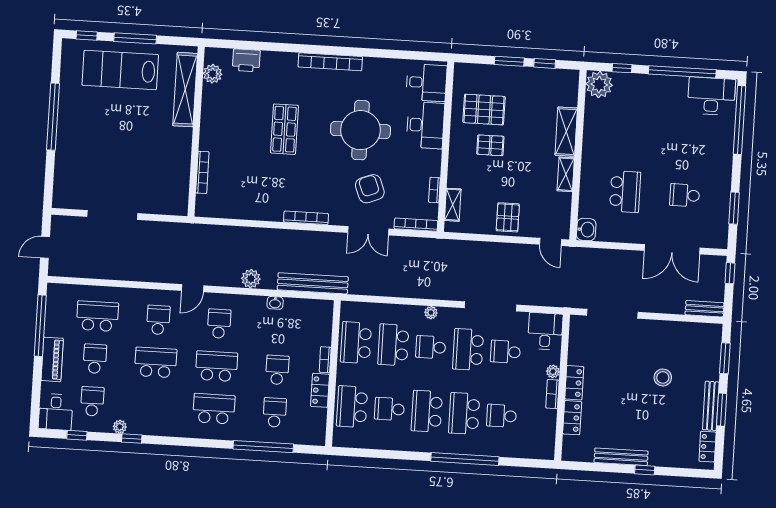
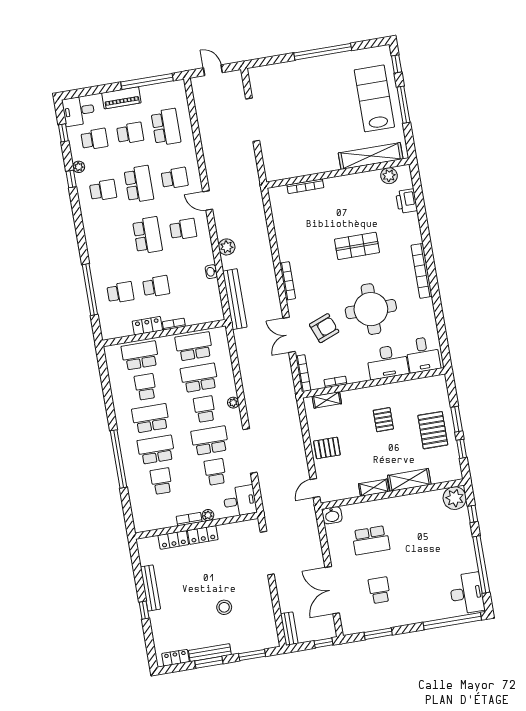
pallet: (484, 110) -> (433, 430), moved
school desk: (214, 409) -> (103, 190), moved, width x0.54

